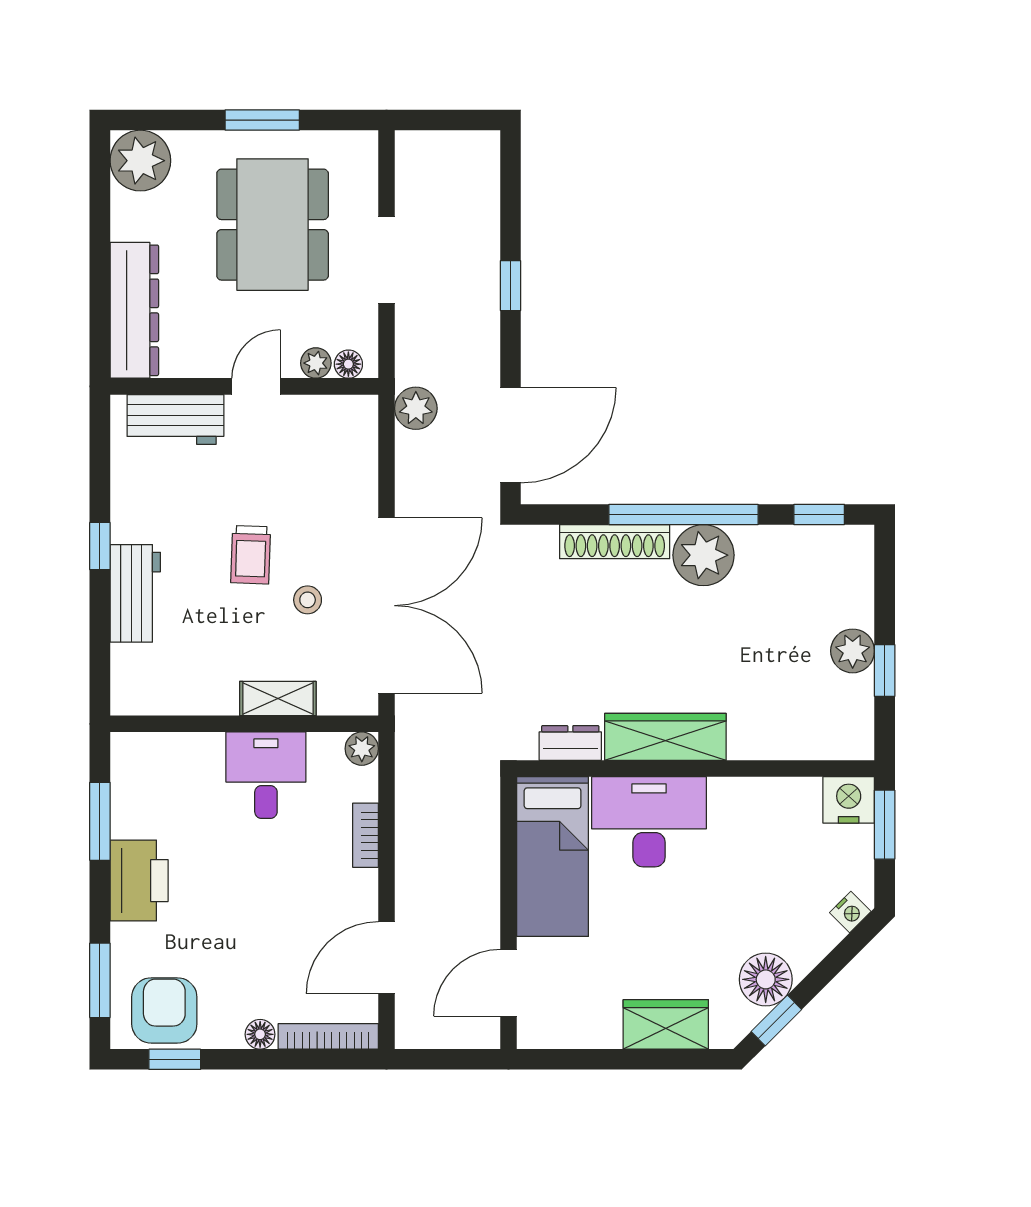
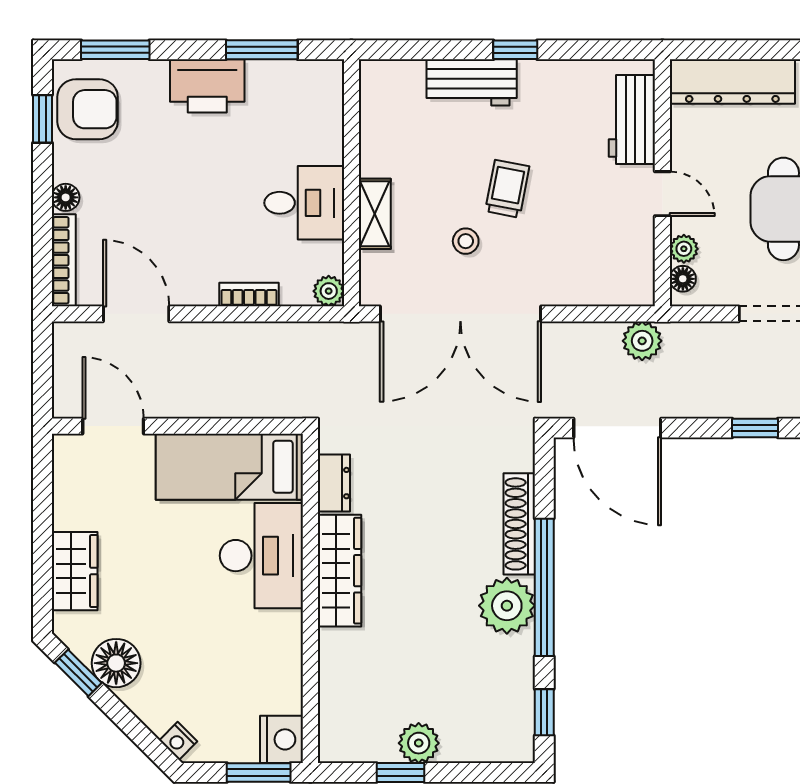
trolley: (251, 555) -> (507, 189), turned 99

